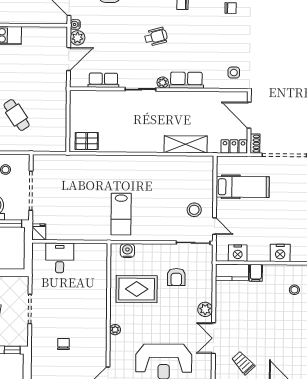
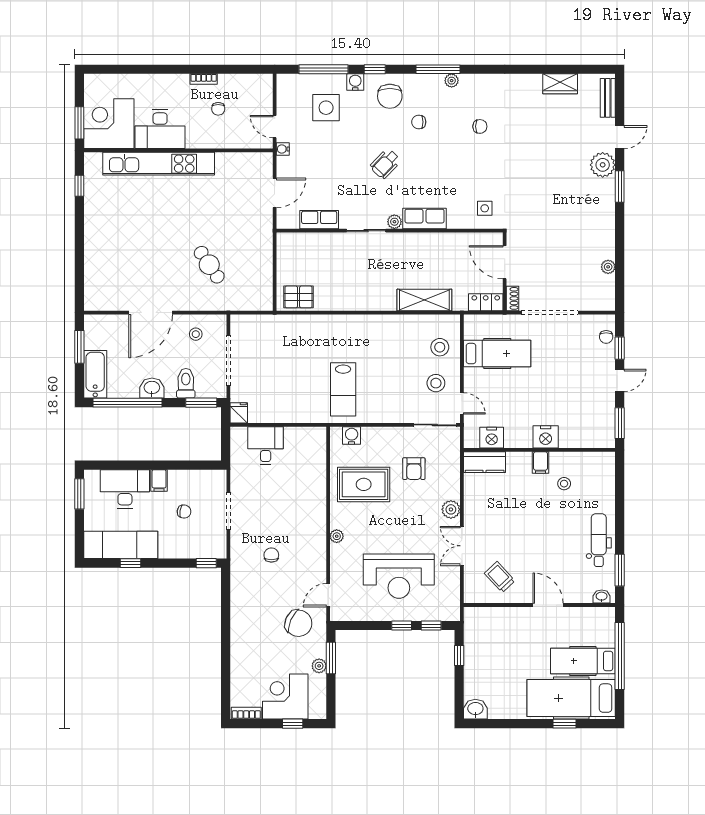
wheelchair: (156, 37) -> (385, 164), turned 149
plant: (77, 38) -> (286, 166), removed
stool: (197, 182) -> (440, 347), added
filing cabinet: (256, 273) -> (540, 463), moved

